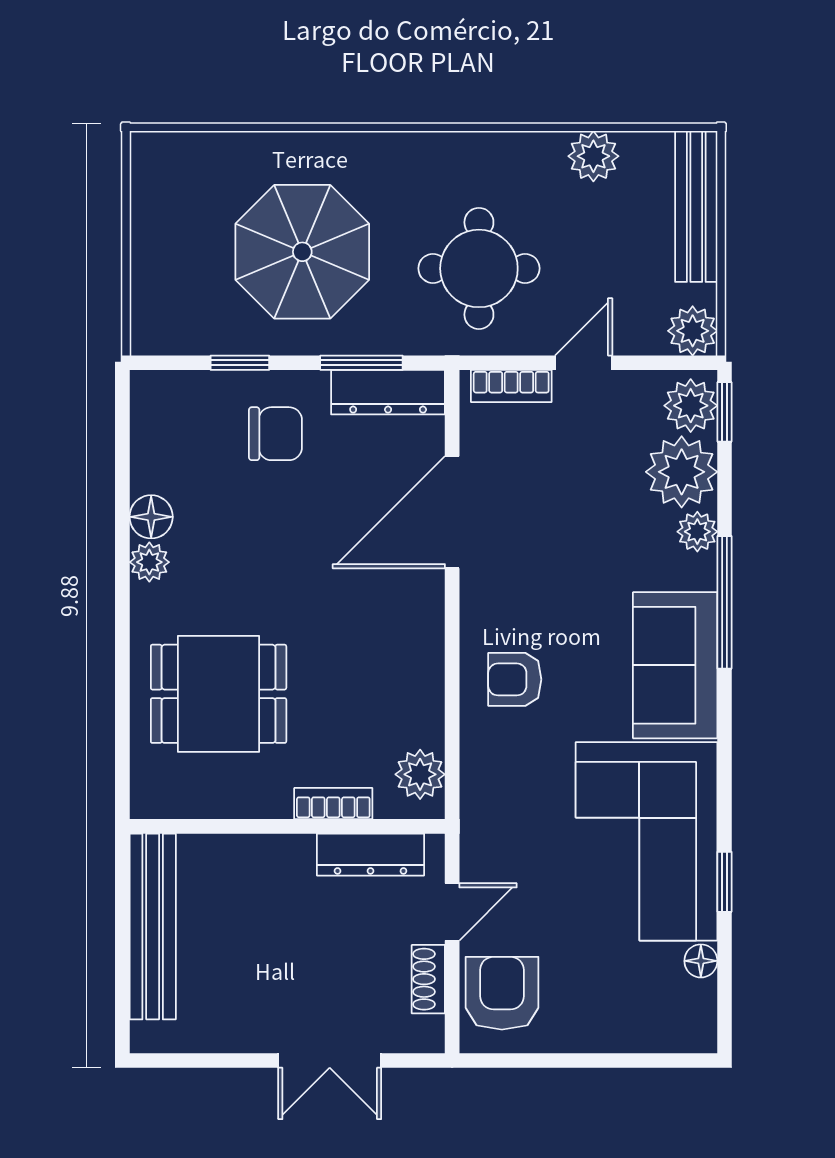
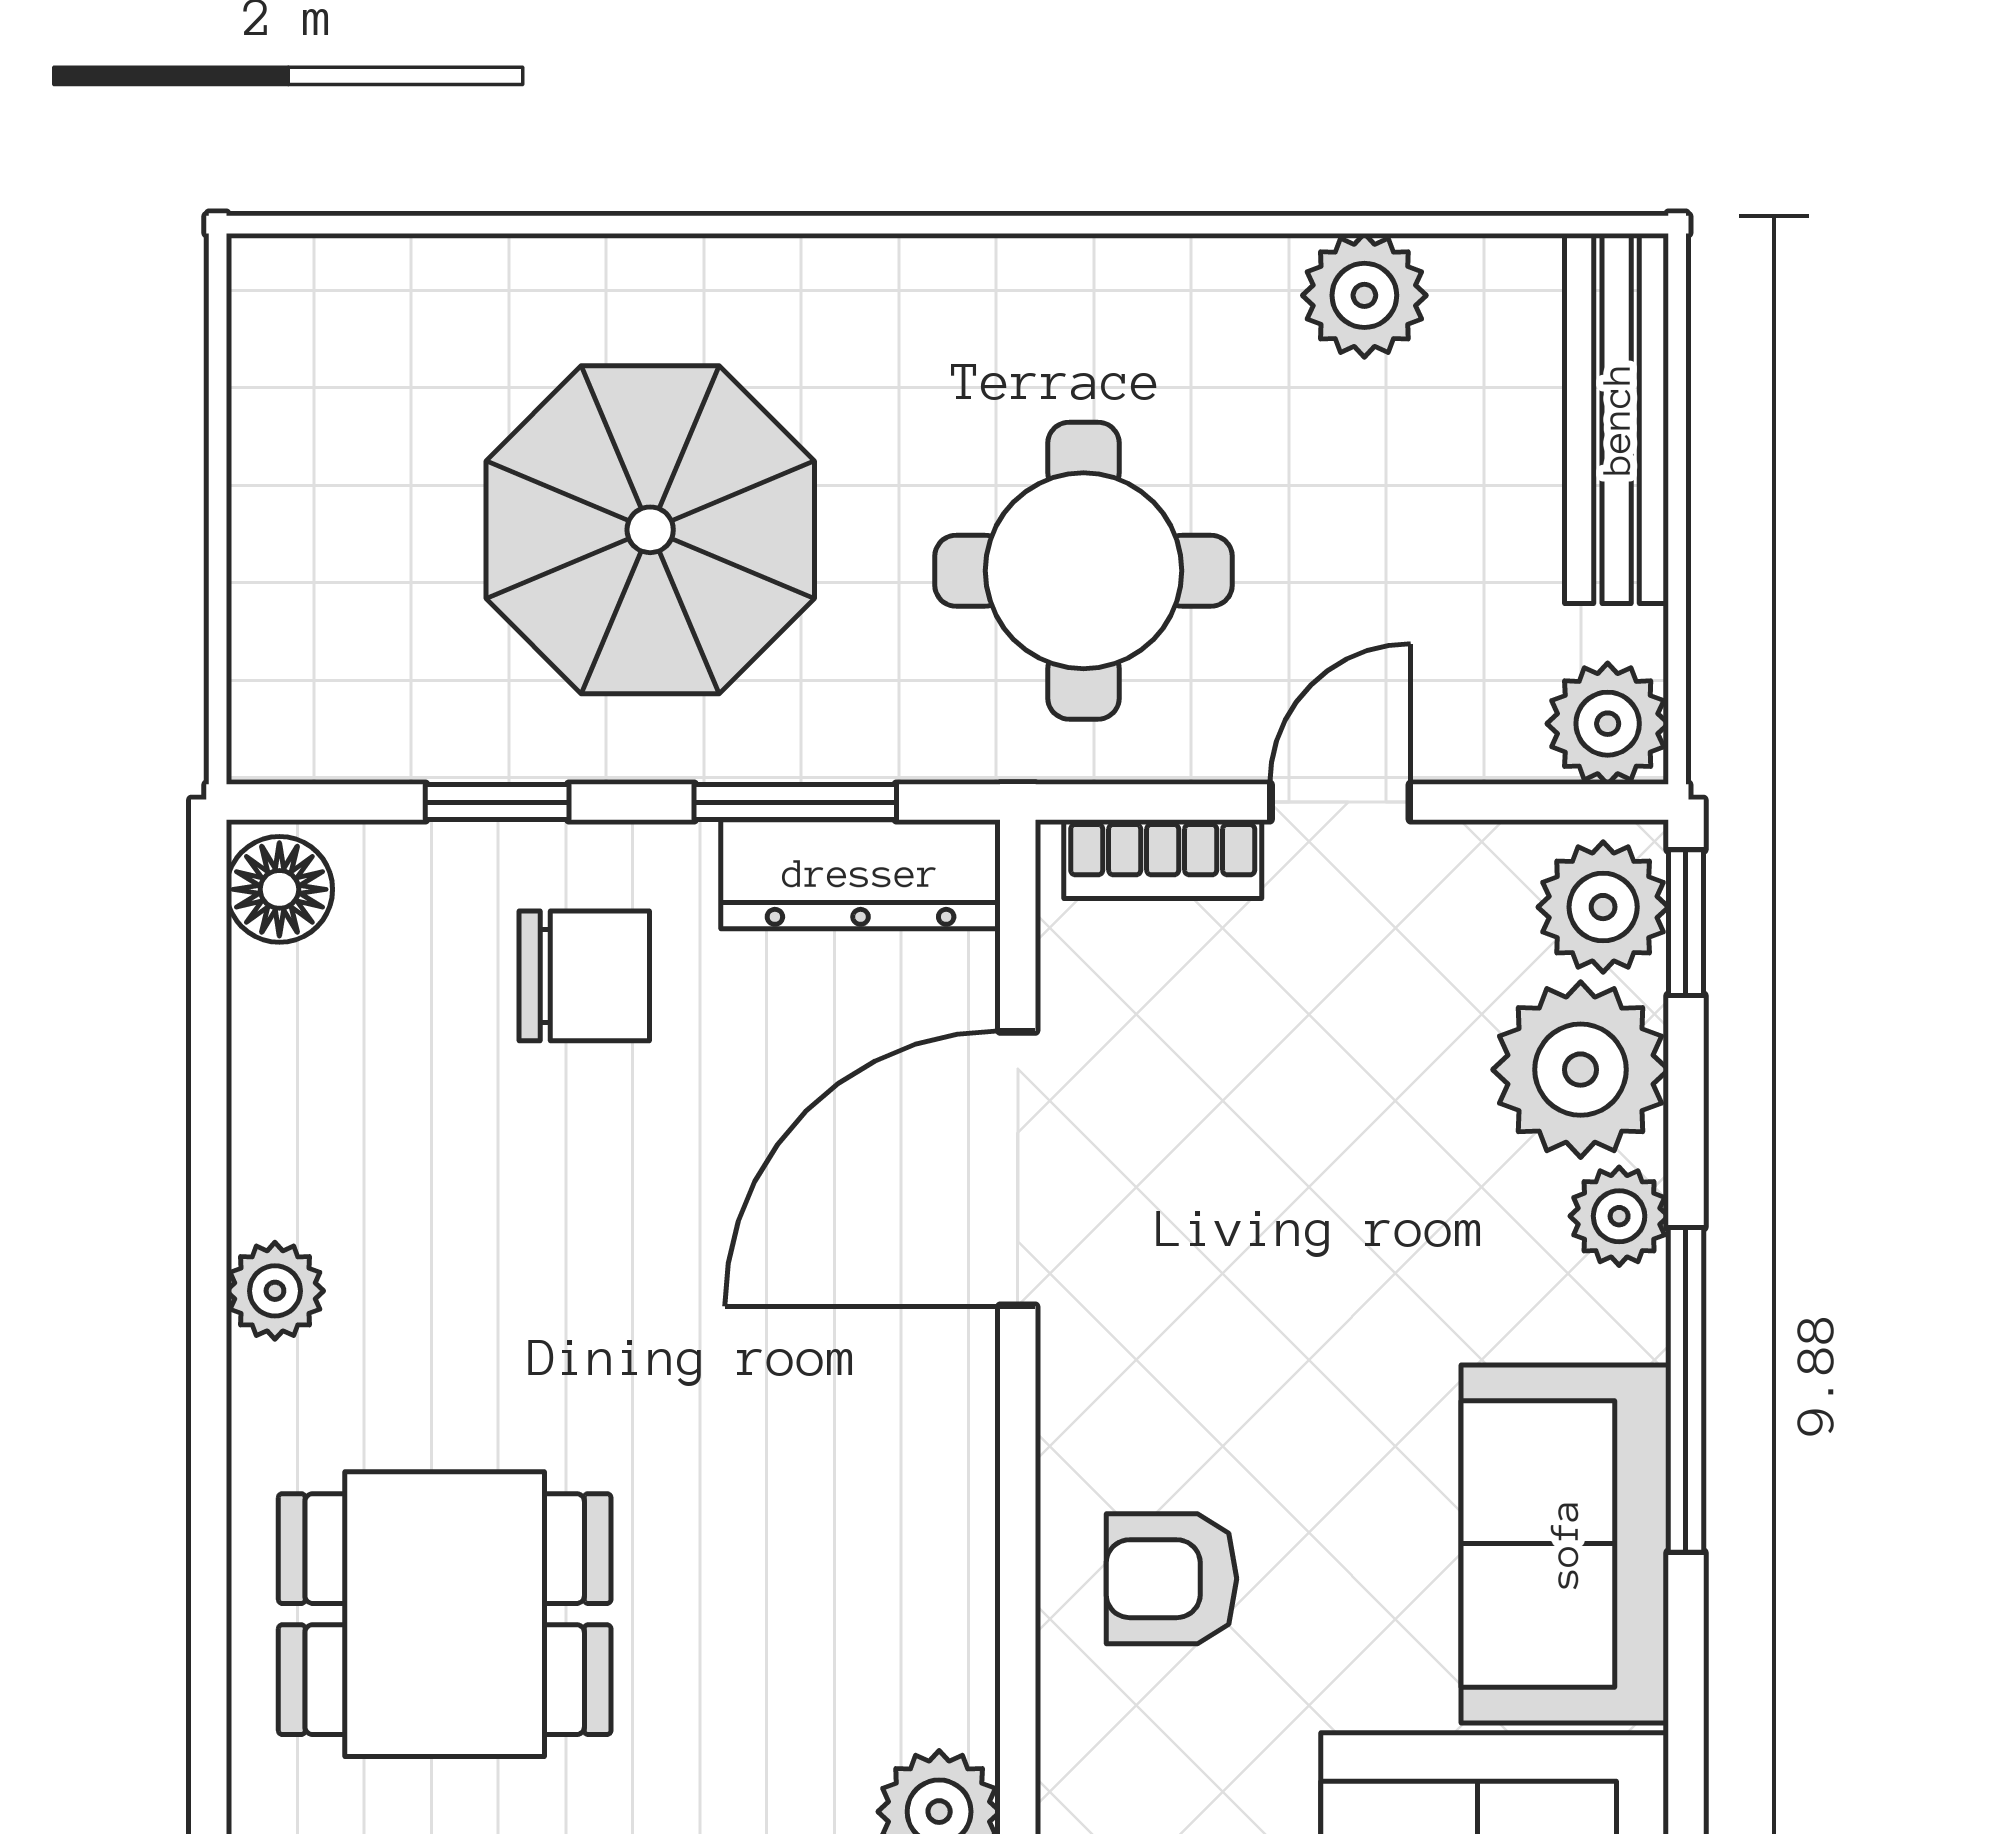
floor lamp: (151, 517) -> (279, 889), moved

